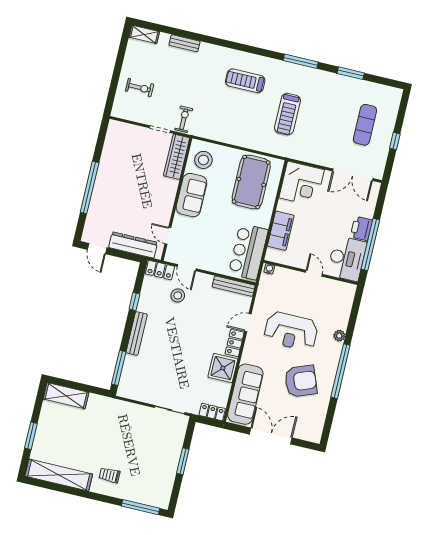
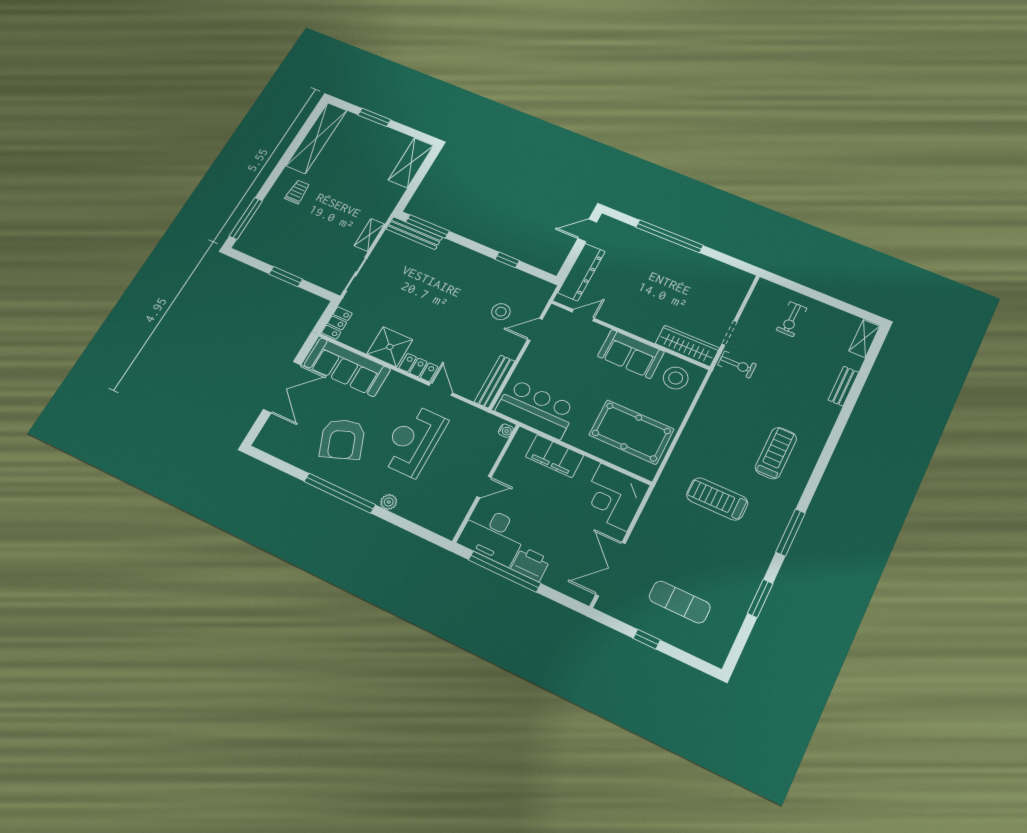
locker: (160, 270) -> (540, 297), removed
bench: (137, 333) -> (414, 233), moved
shelving: (135, 409) -> (369, 235), added

